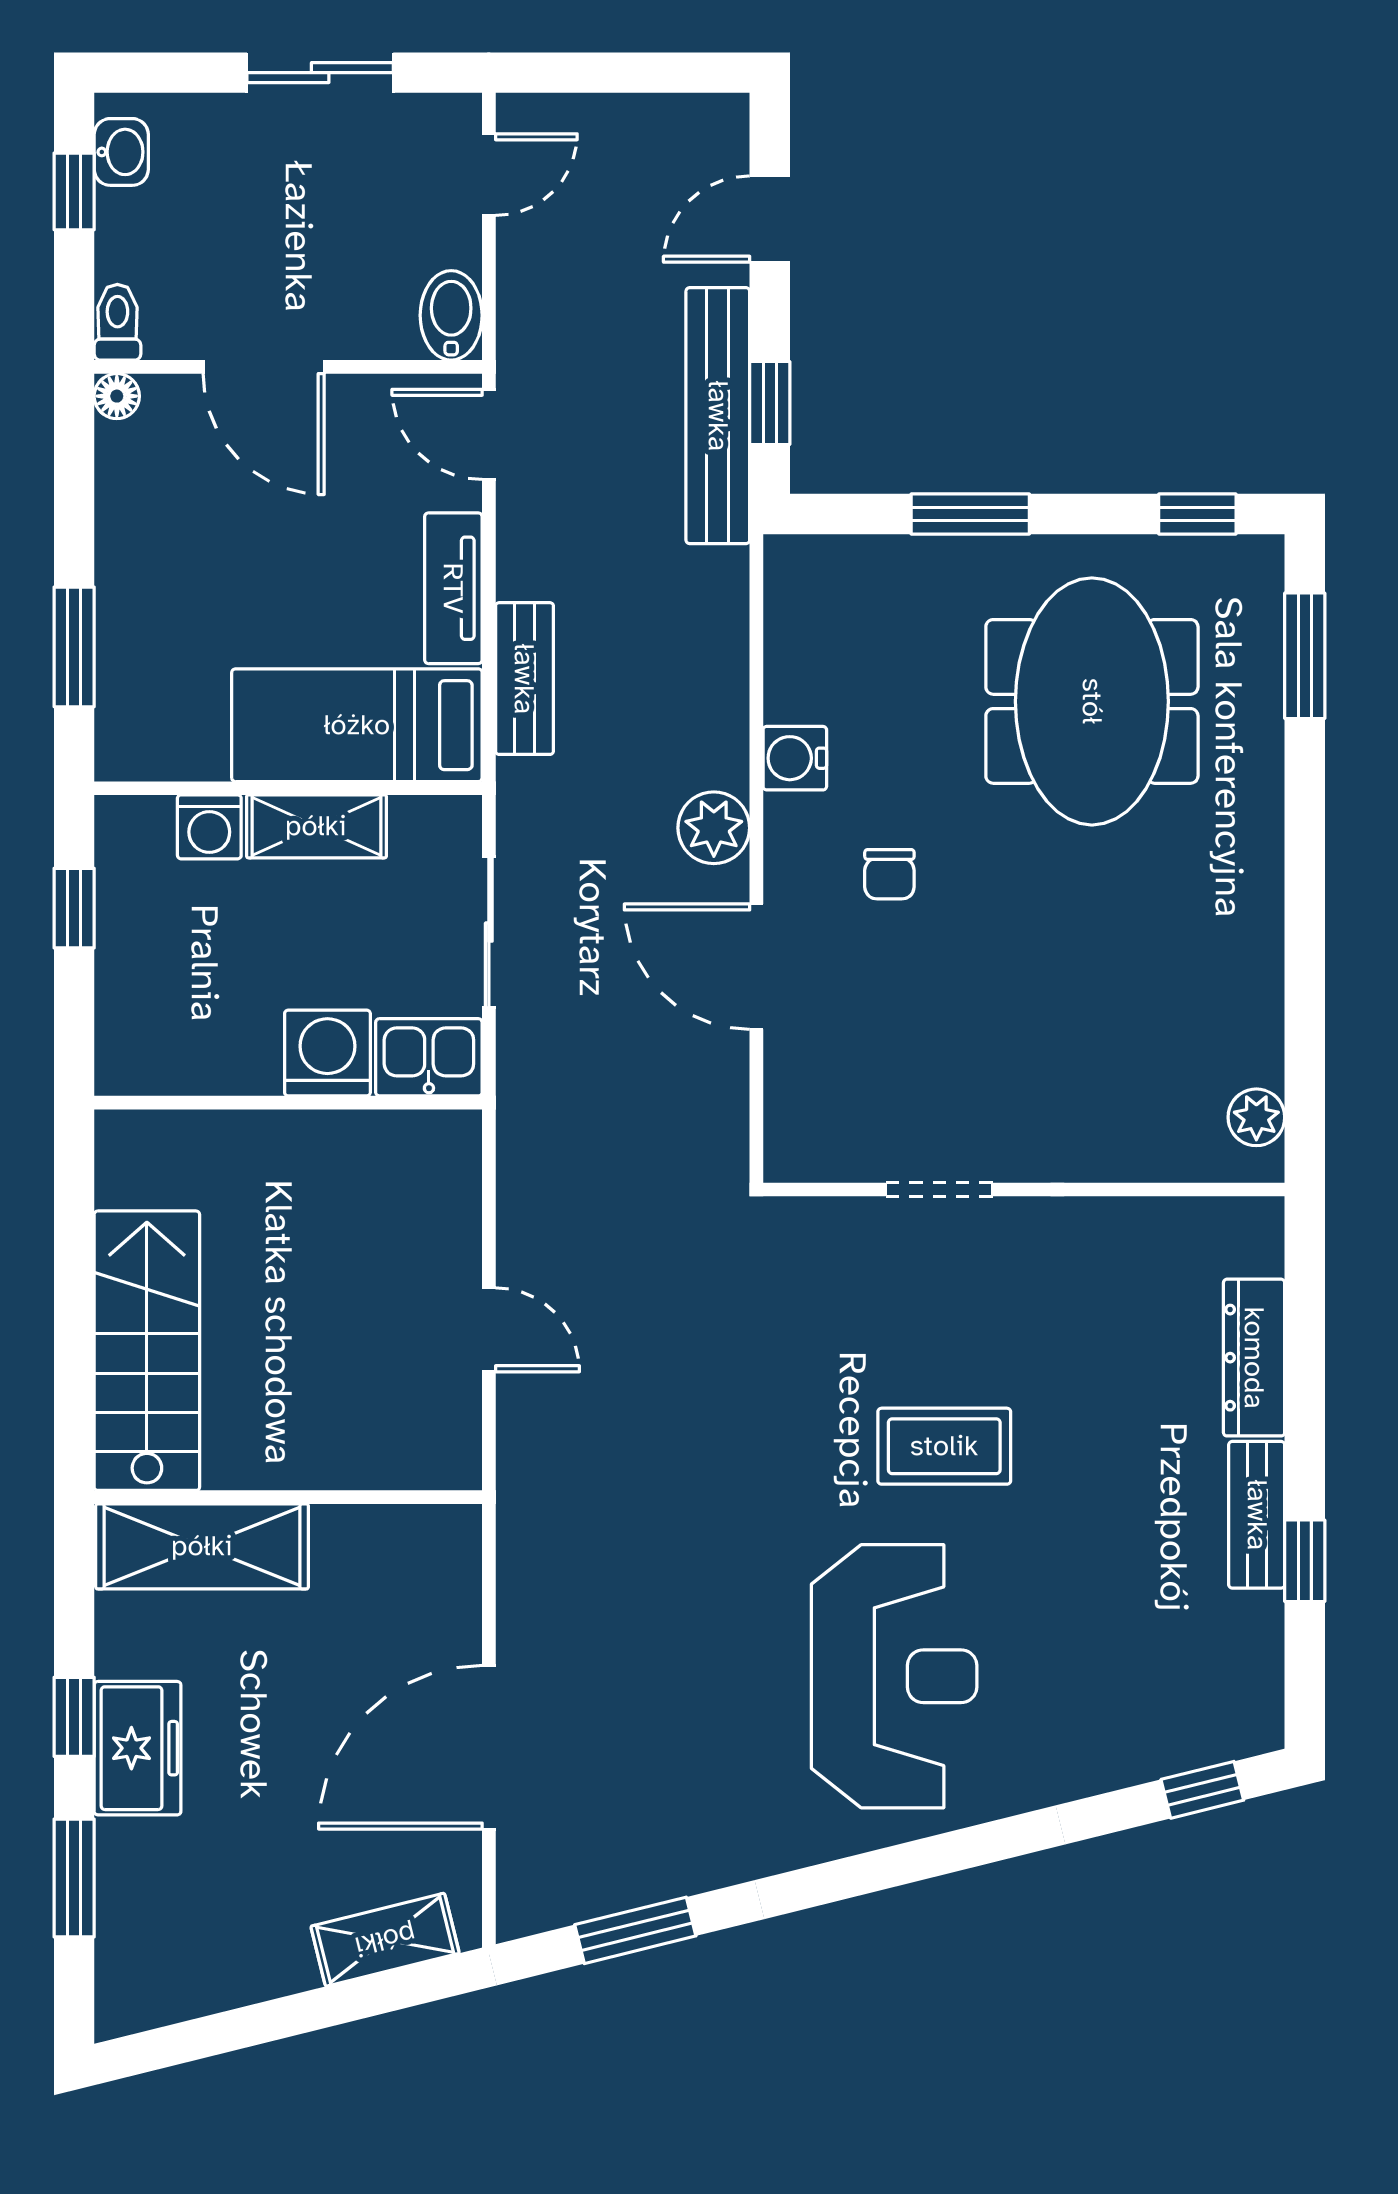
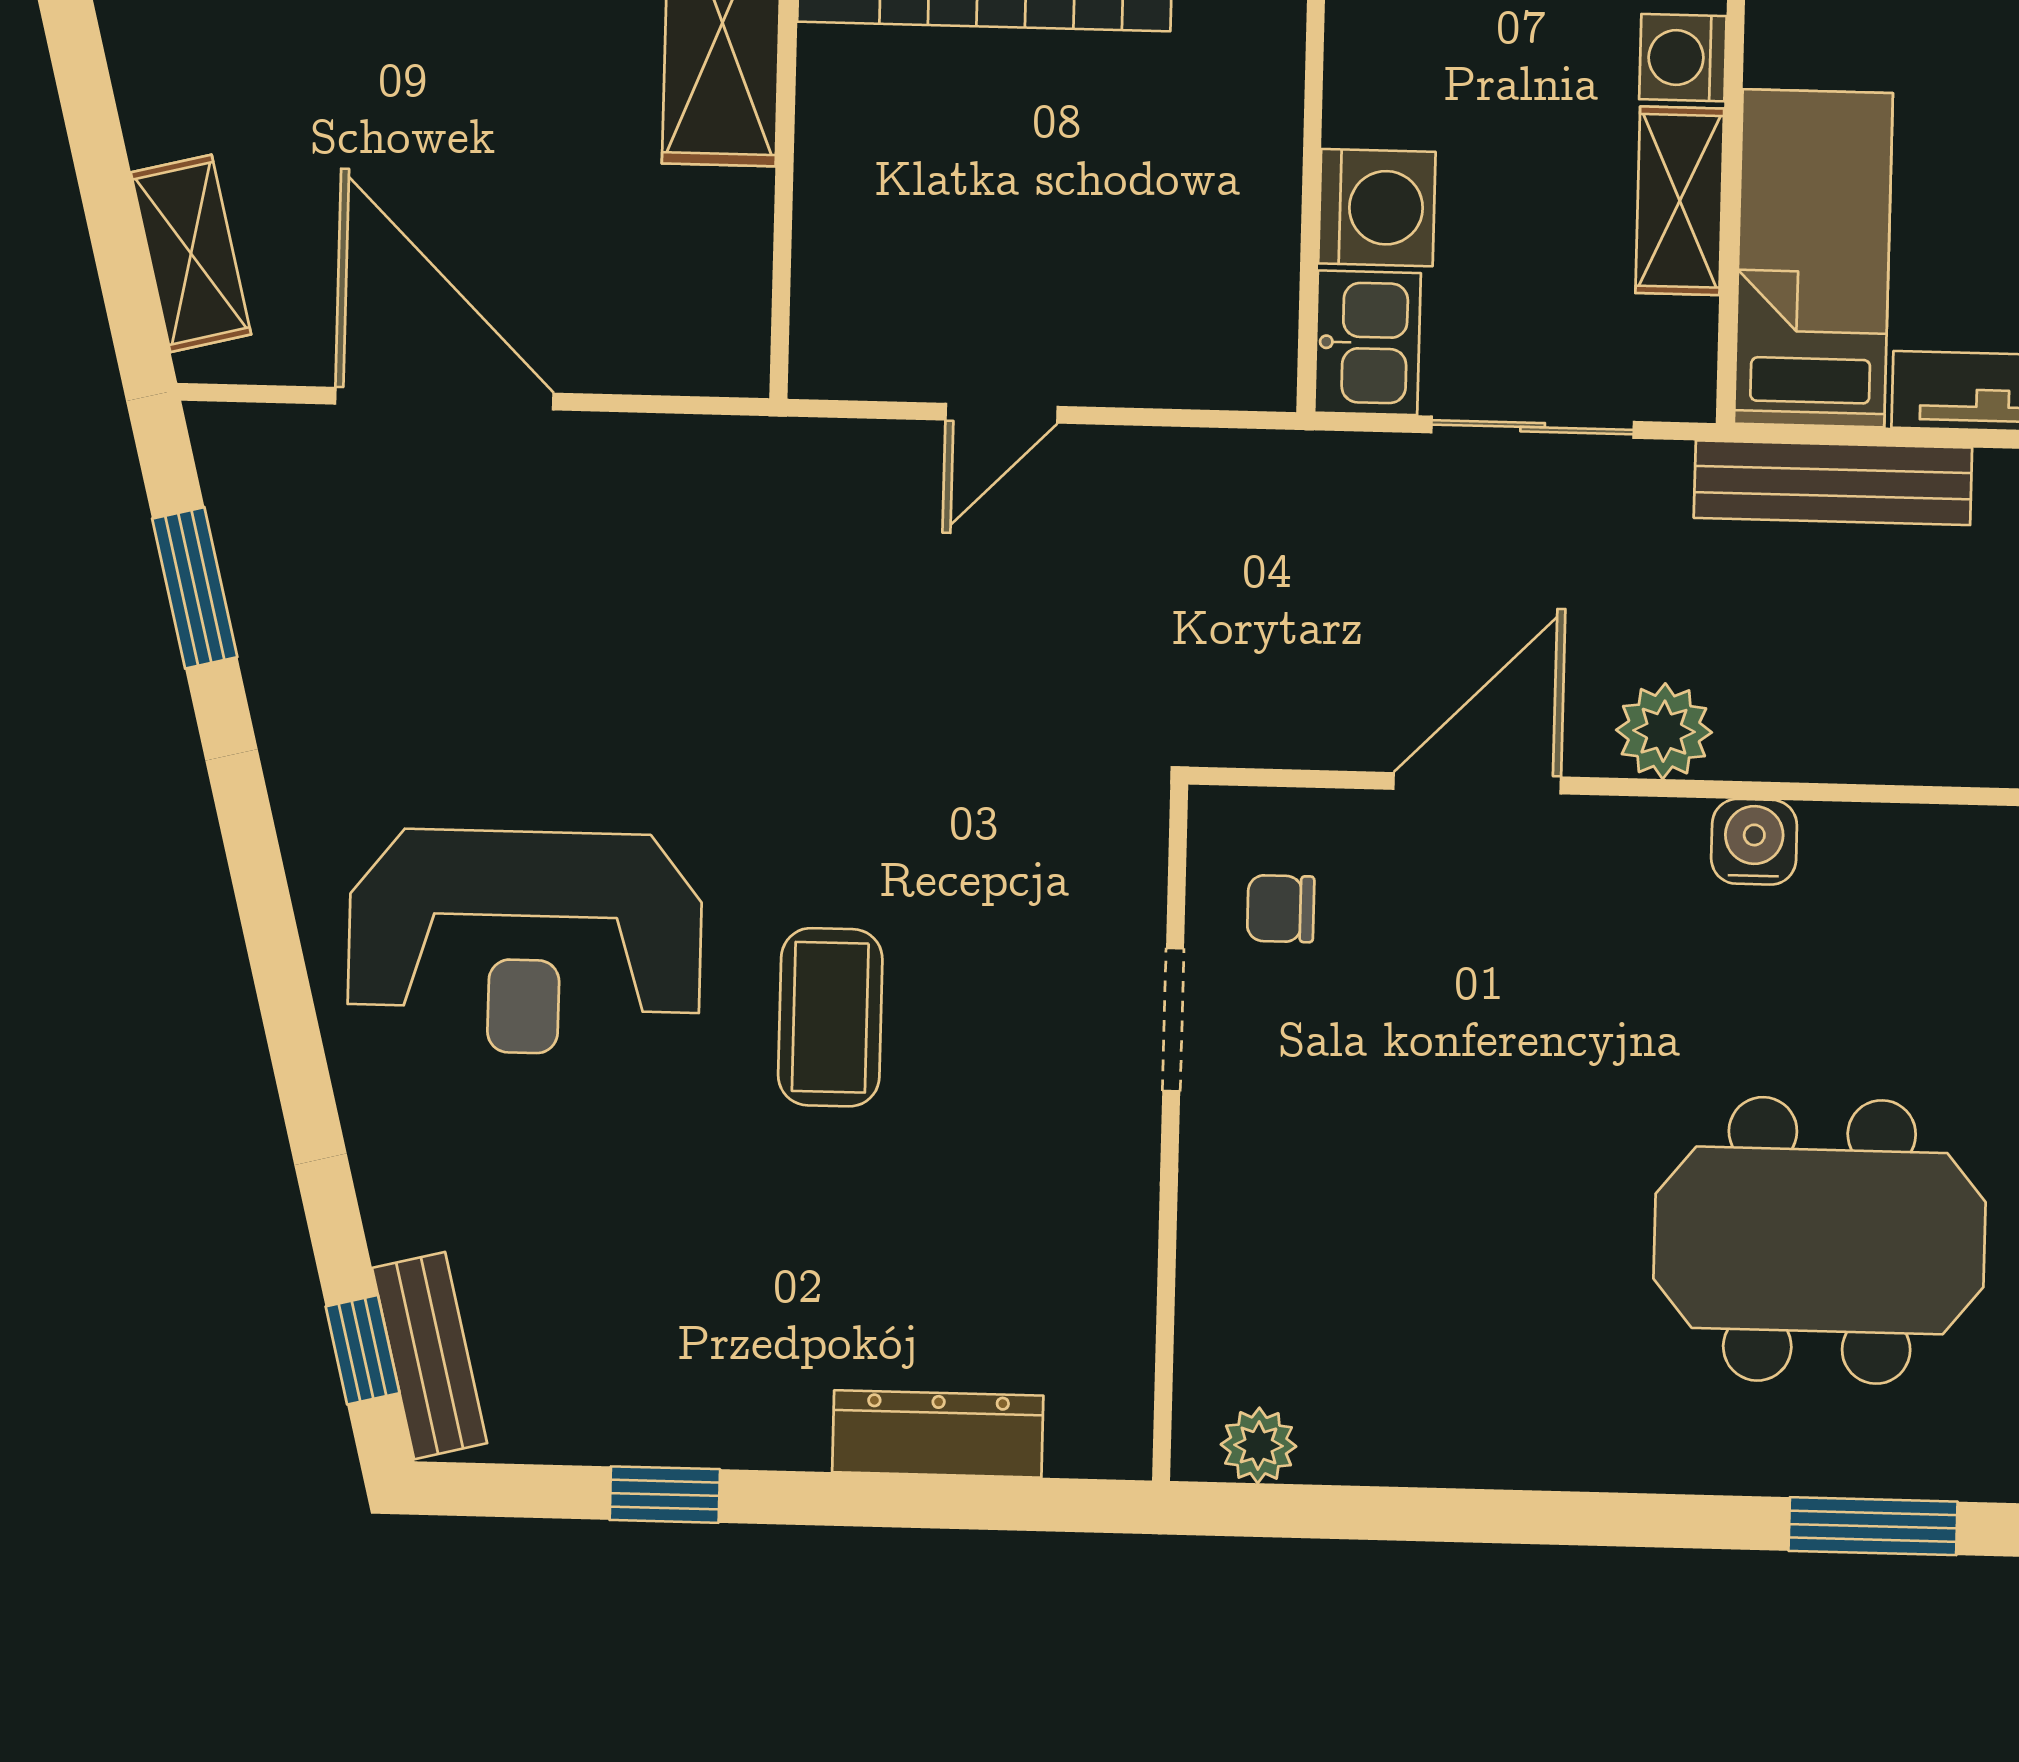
bench: (524, 679) -> (1833, 483), width x1.36
chair: (889, 874) -> (1281, 909), moved
bench: (1257, 1515) -> (430, 1356), moved, turned 76

